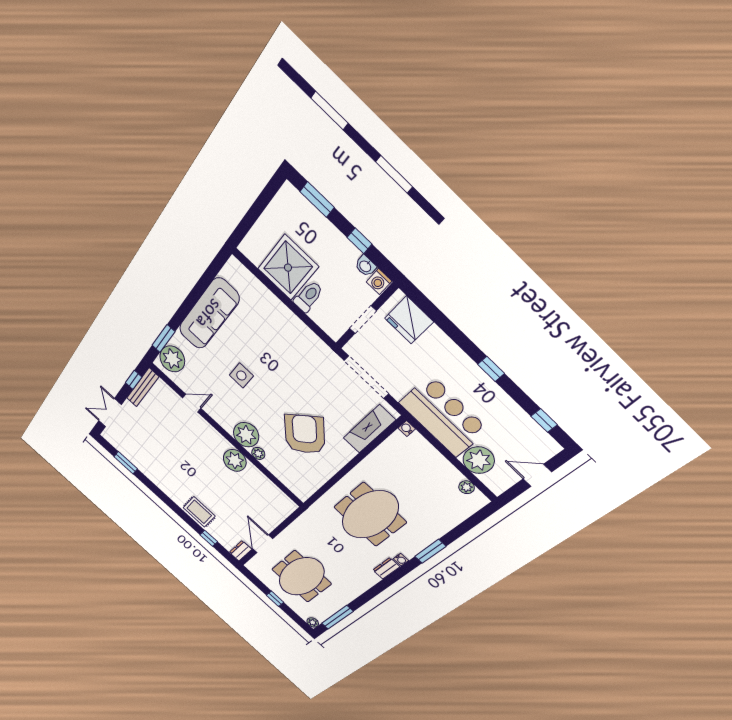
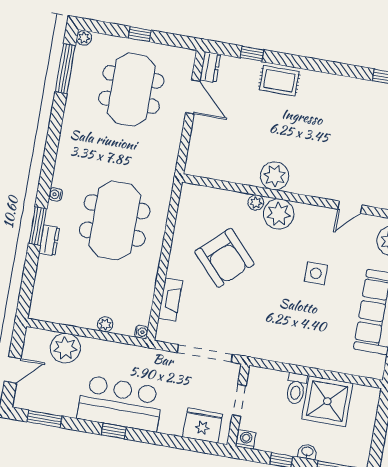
washbasin: (365, 266) -> (307, 452), moved
bar counter: (443, 416) -> (120, 403), moved, turned 180
window: (544, 421) -> (44, 419), width x1.50
fireplace: (369, 429) -> (170, 299), width x0.73, depth x0.76
plant: (467, 487) -> (105, 324), moved
dresser: (386, 568) -> (49, 240), moved

